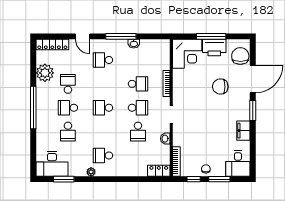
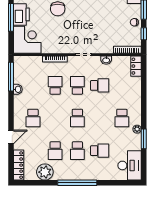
window: (121, 36) -> (11, 77), moved
school desk: (68, 84) -> (55, 151), turned -90
window: (64, 179) -> (144, 139), moved

